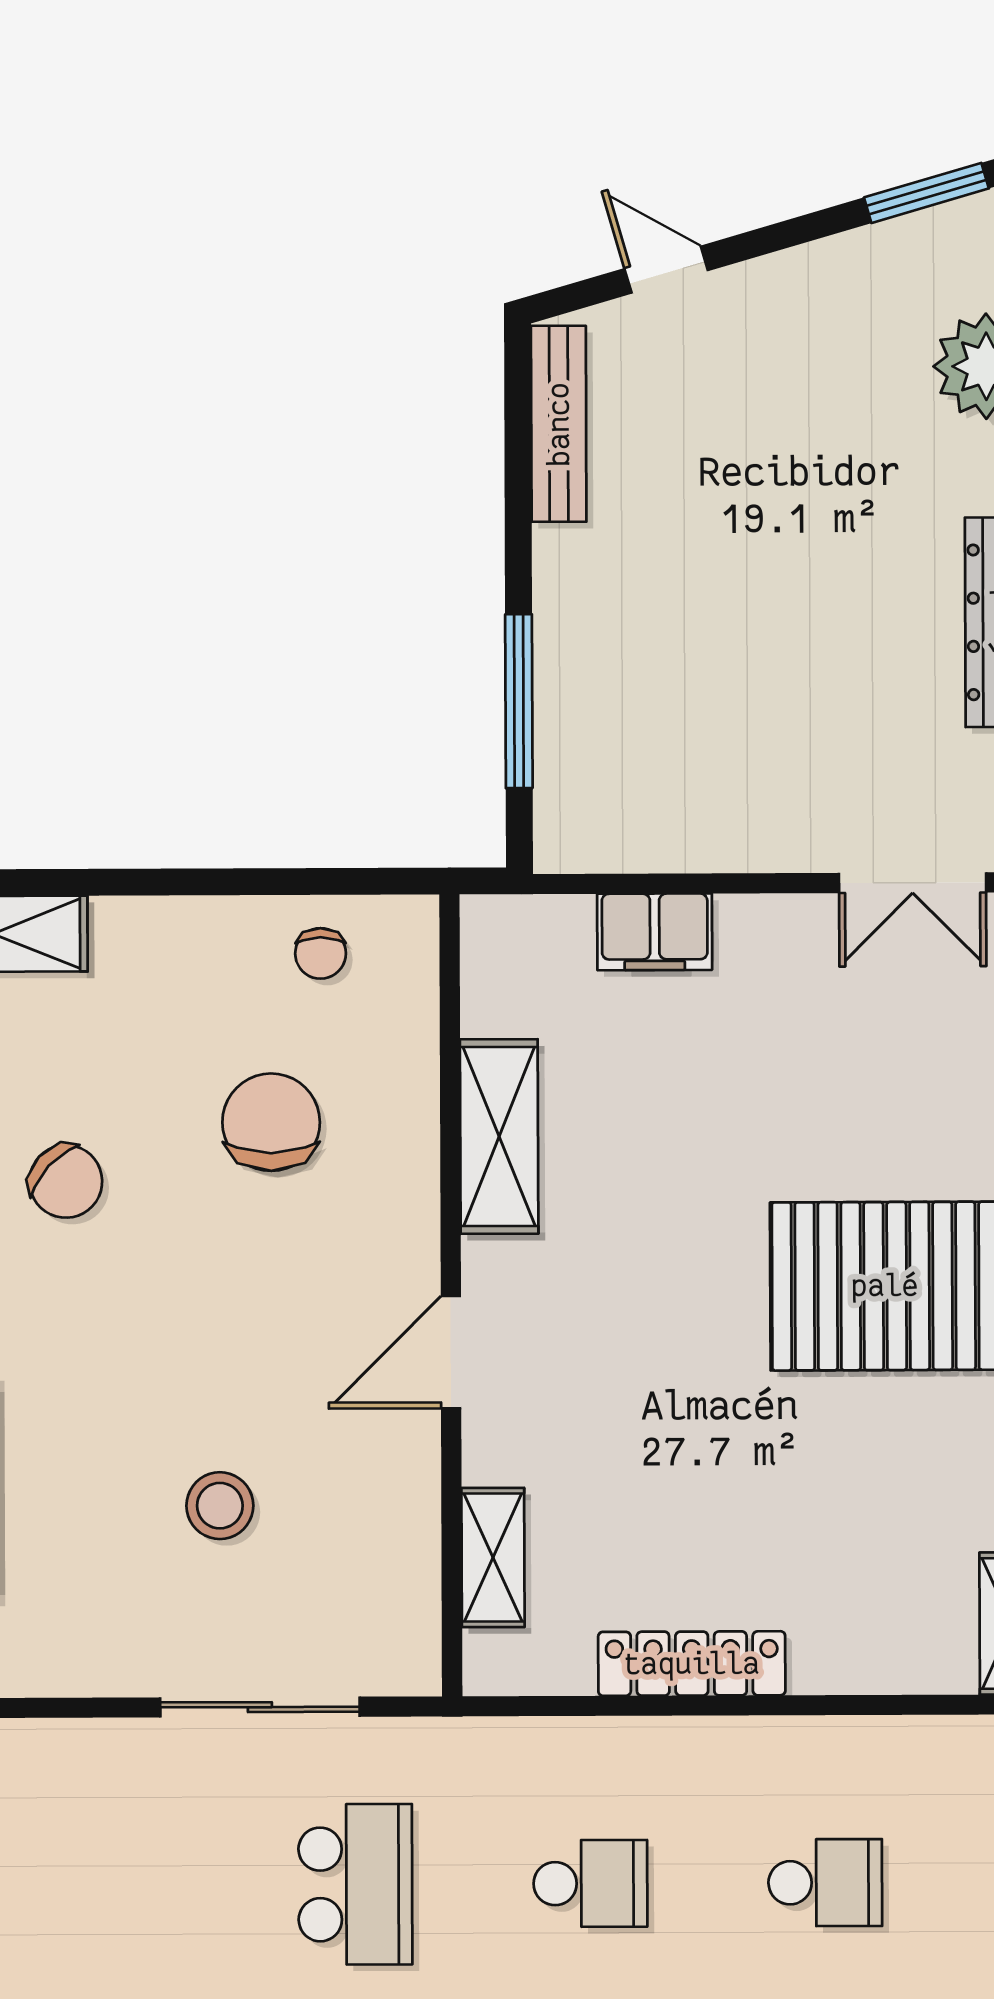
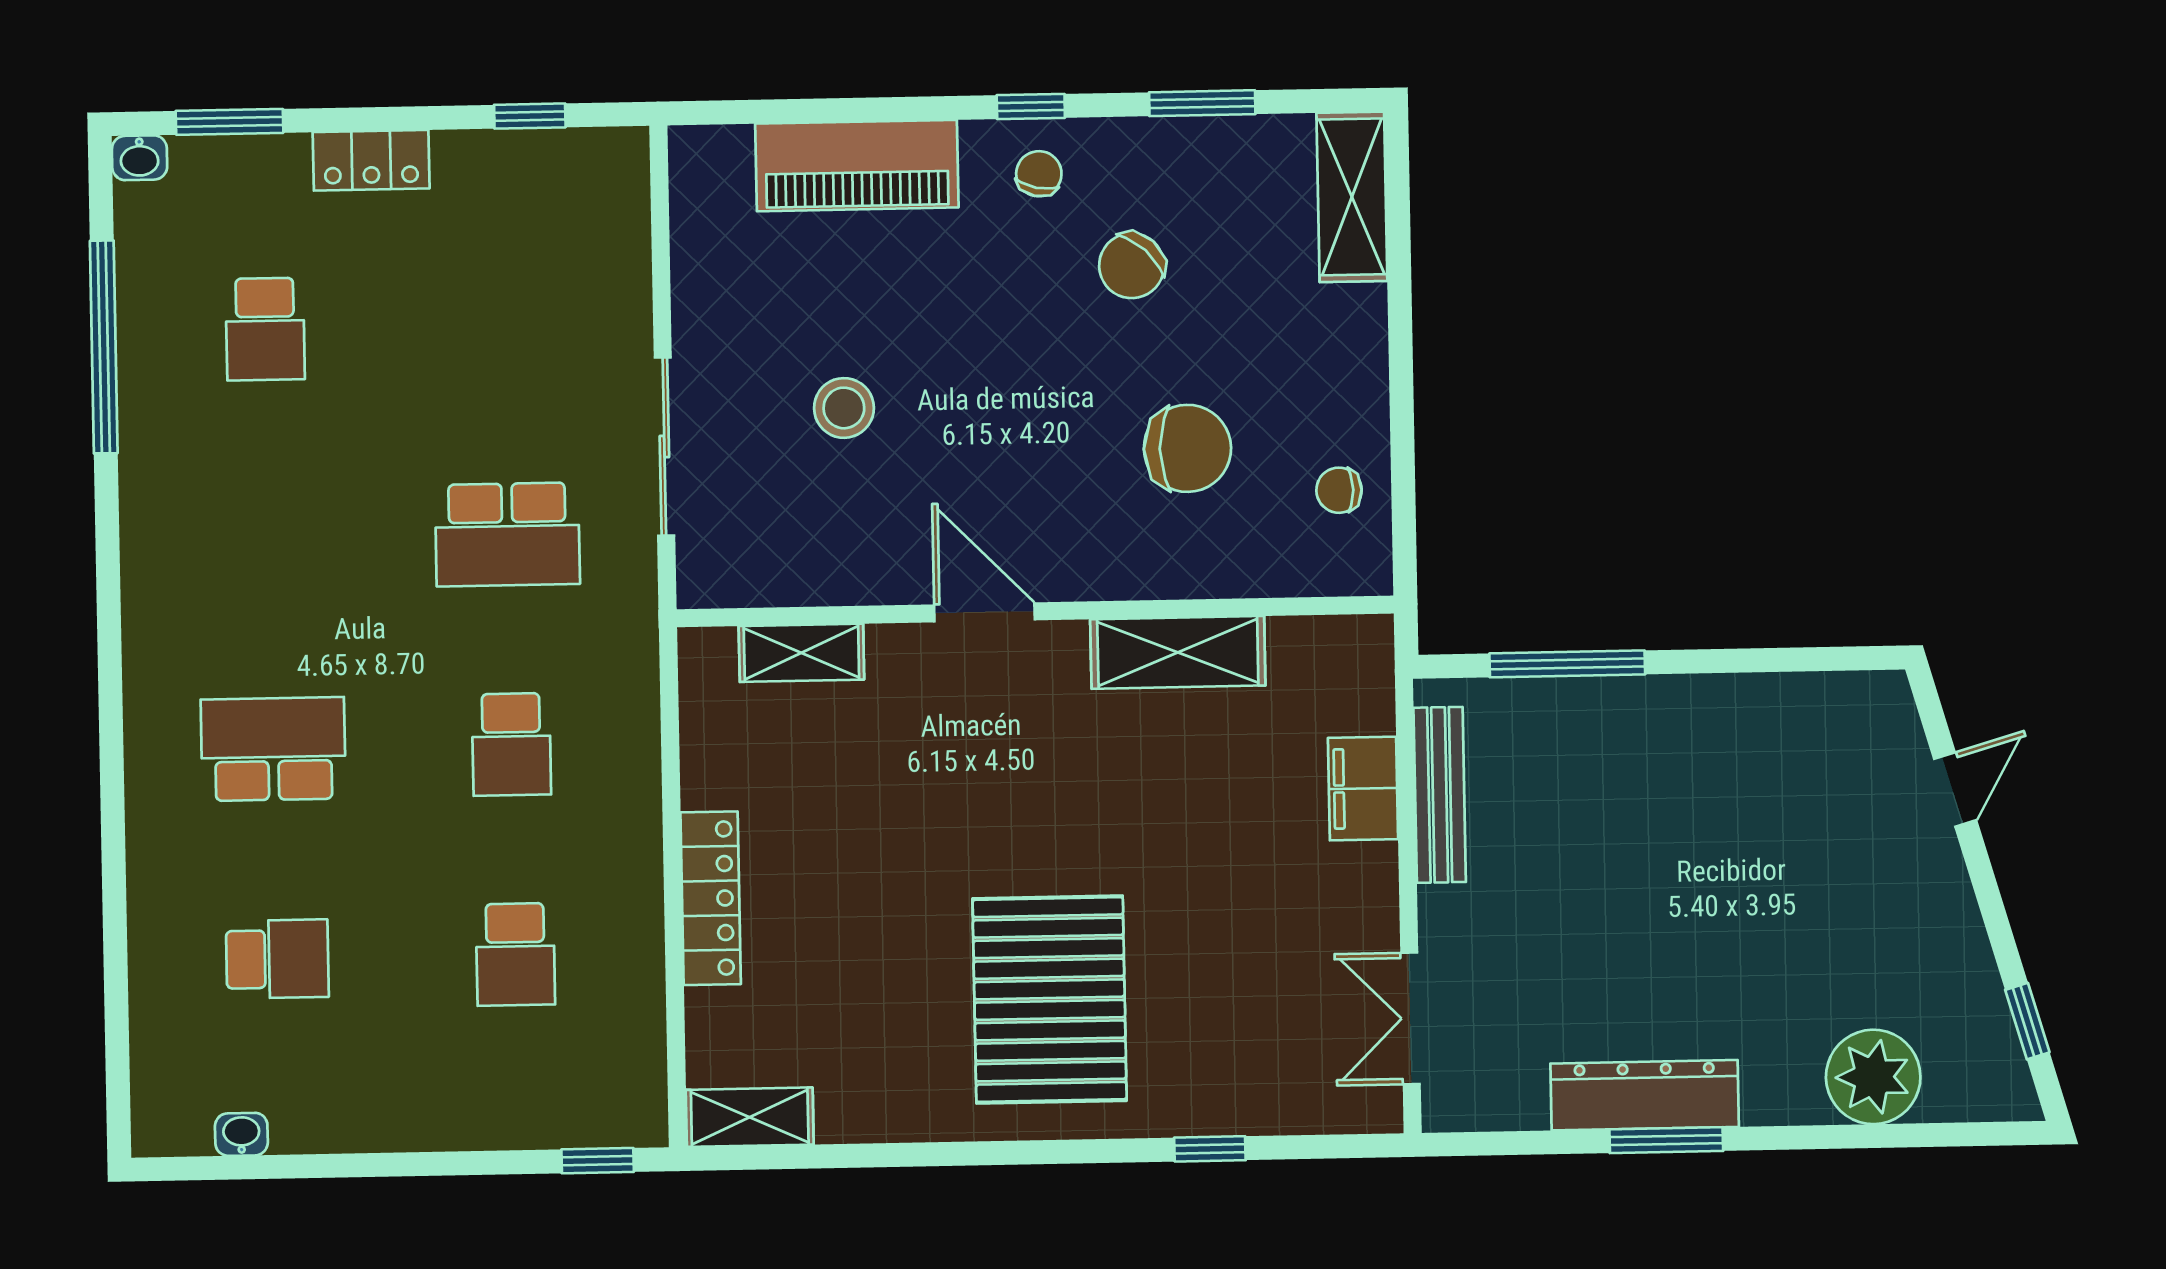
window: (926, 193) -> (2027, 1021), width x0.67
bench: (559, 424) -> (1440, 795), moved, turned 90
locker: (692, 1664) -> (711, 898), moved

